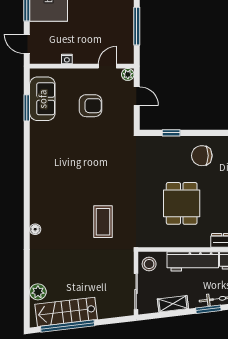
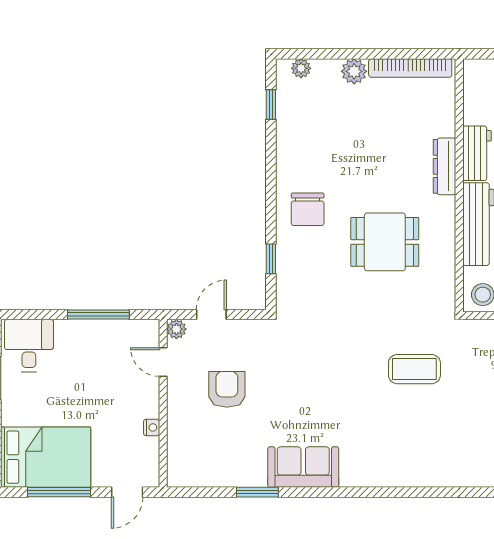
sofa: (42, 99) -> (303, 467), moved
window: (27, 108) -> (257, 492), moved
floor lamp: (35, 229) -> (427, 479), removed

